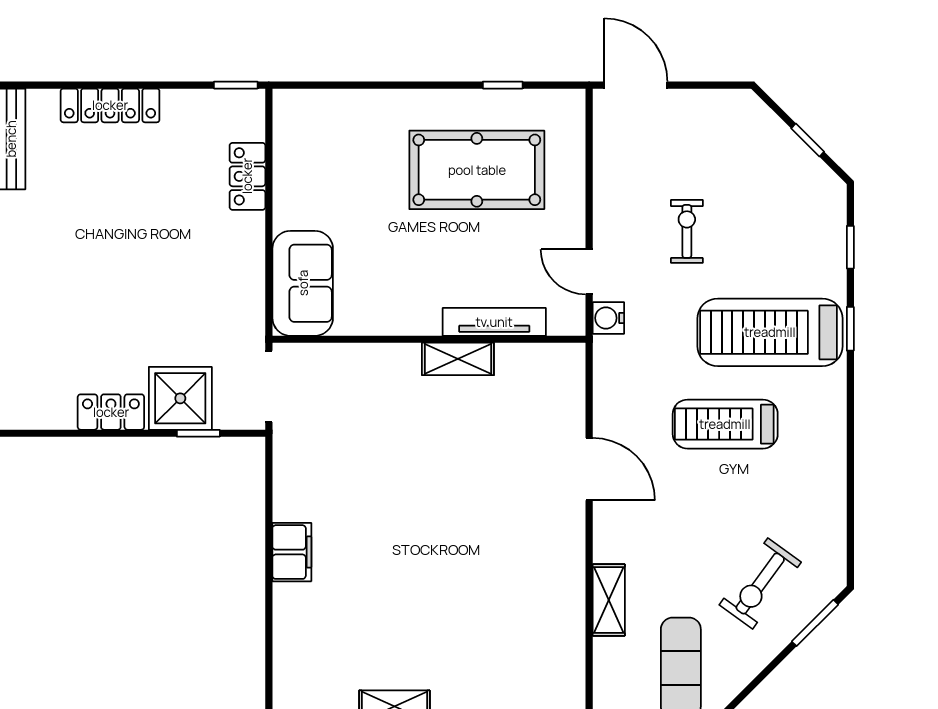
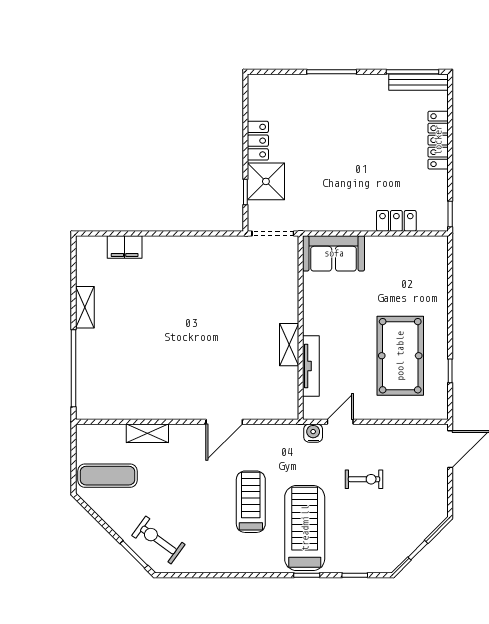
filing cabinet: (292, 552) -> (125, 247), moved
exercise bike: (760, 583) -> (158, 540), moved

